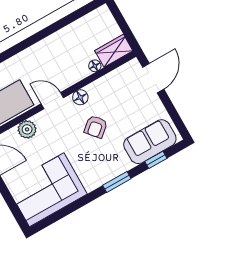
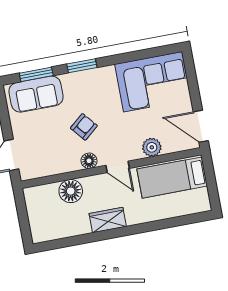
wardrobe: (114, 51) -> (108, 220), moved, turned 180
floor lamp: (95, 66) -> (71, 191), width x1.89, depth x1.89
window: (156, 160) -> (36, 74), width x1.50

